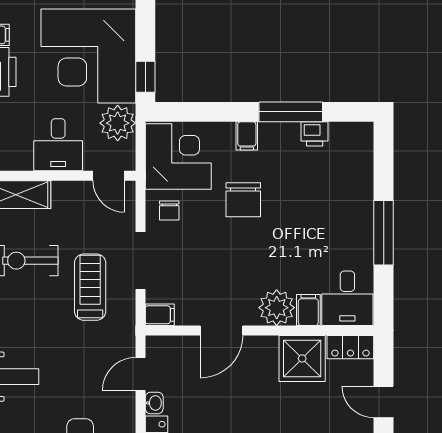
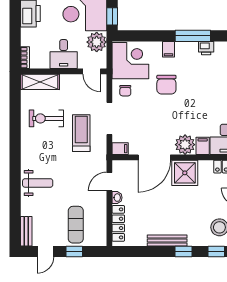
door: (221, 330) -> (154, 157), width x1.36
shower: (302, 358) -> (185, 173), moved

